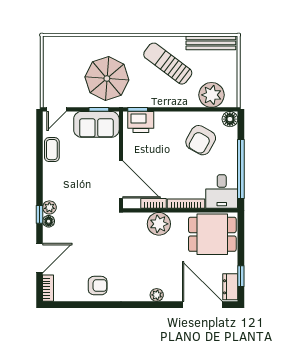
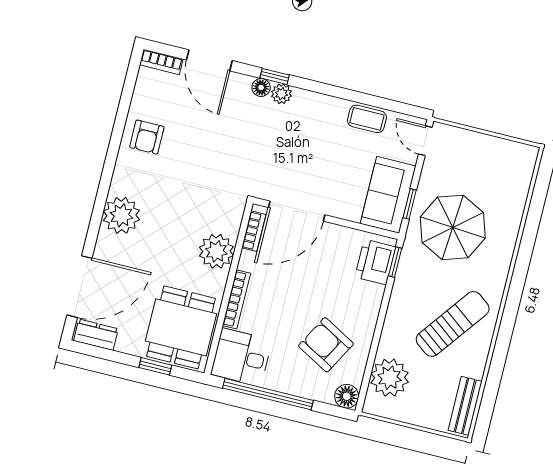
bench: (211, 43) -> (465, 406), width x0.73
bookcase: (154, 203) -> (254, 231), moved
window: (241, 276) -> (155, 366), moved
plant: (157, 295) -> (121, 215), width x1.88, depth x1.88

